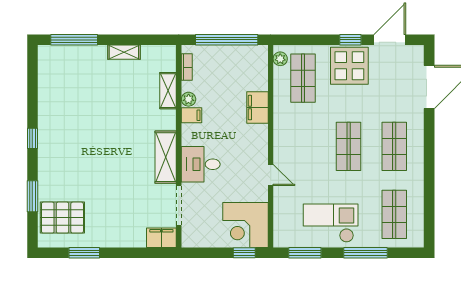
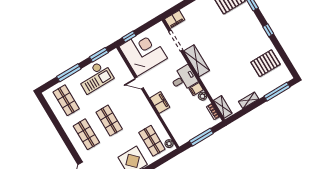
window: (227, 40) -> (201, 137), width x0.68
shelving: (168, 91) -> (223, 107), moved
pallet: (66, 92) -> (266, 63), added
filing cabinet: (257, 108) -> (160, 103), moved
desk: (201, 164) -> (184, 79), moved
corner desk: (245, 225) -> (143, 52), width x1.36, depth x1.36

